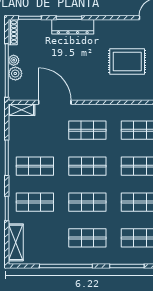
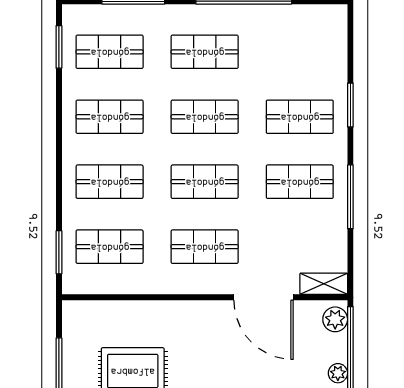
plant: (15, 73) -> (335, 319), moved
shelving: (16, 242) -> (334, 44), removed

